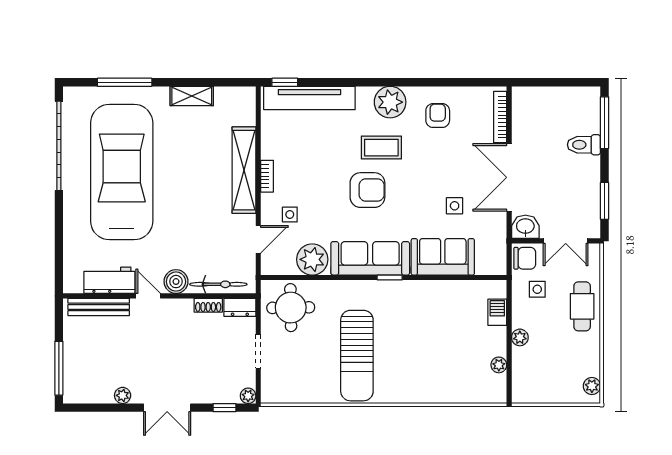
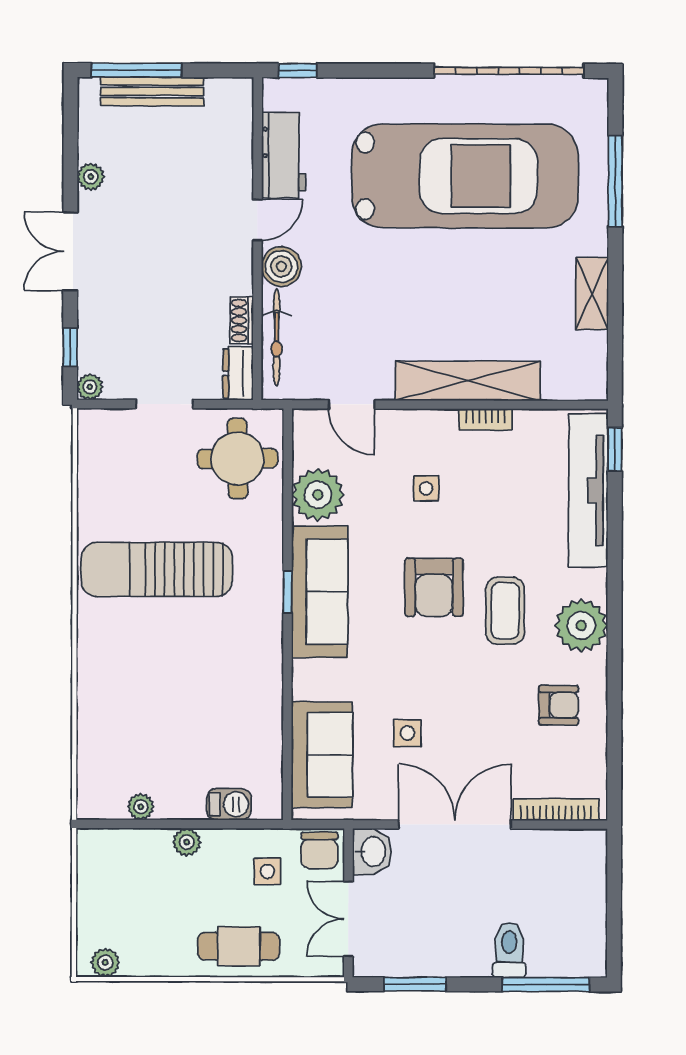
bookcase: (267, 176) -> (486, 419), moved
side table: (290, 214) -> (426, 488), moved
sofa: (443, 257) -> (322, 755), moved
window: (59, 272) -> (298, 70), added
window: (390, 278) -> (288, 592), moved
bench: (99, 307) -> (152, 91), moved, turned 90

